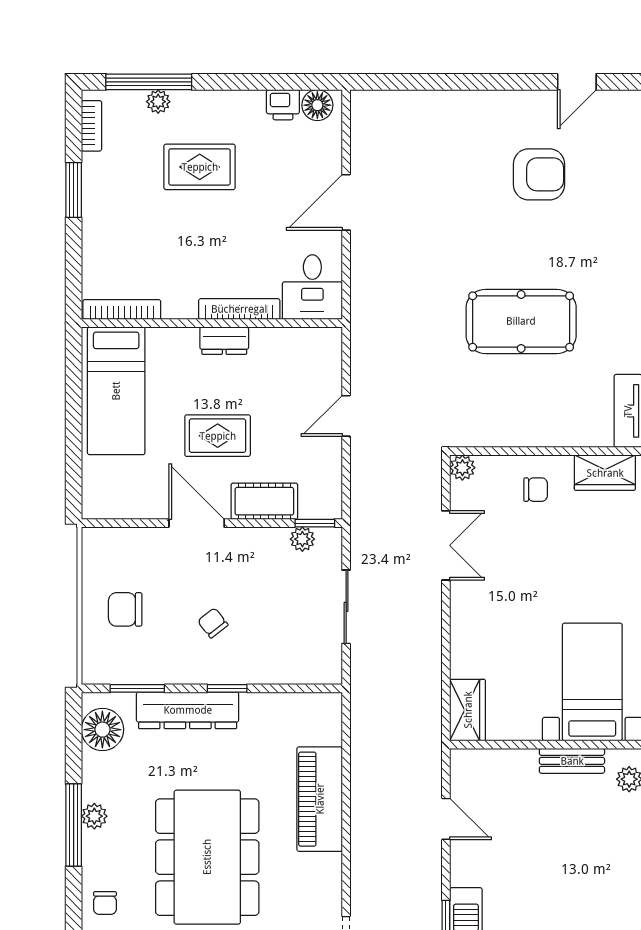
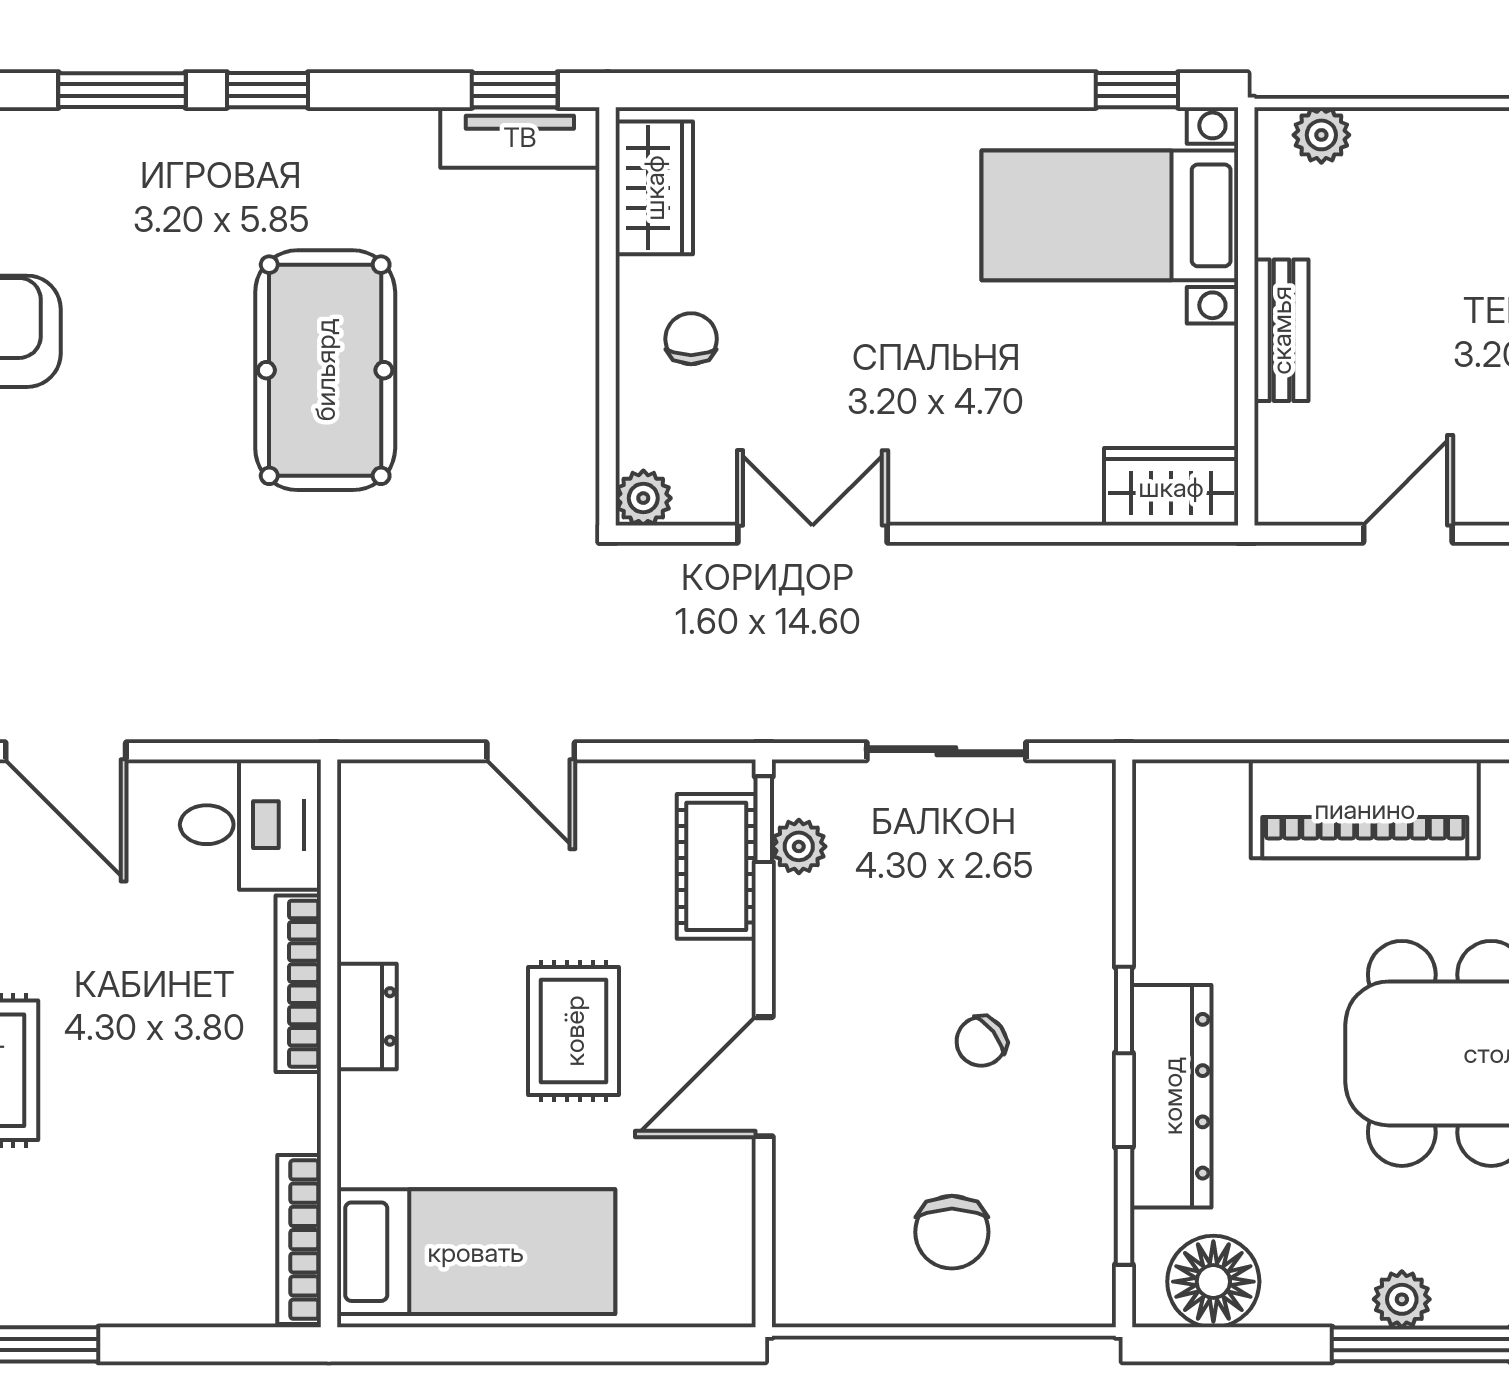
cot: (264, 501) -> (716, 866), moved
bench: (572, 761) -> (1281, 330), moved

